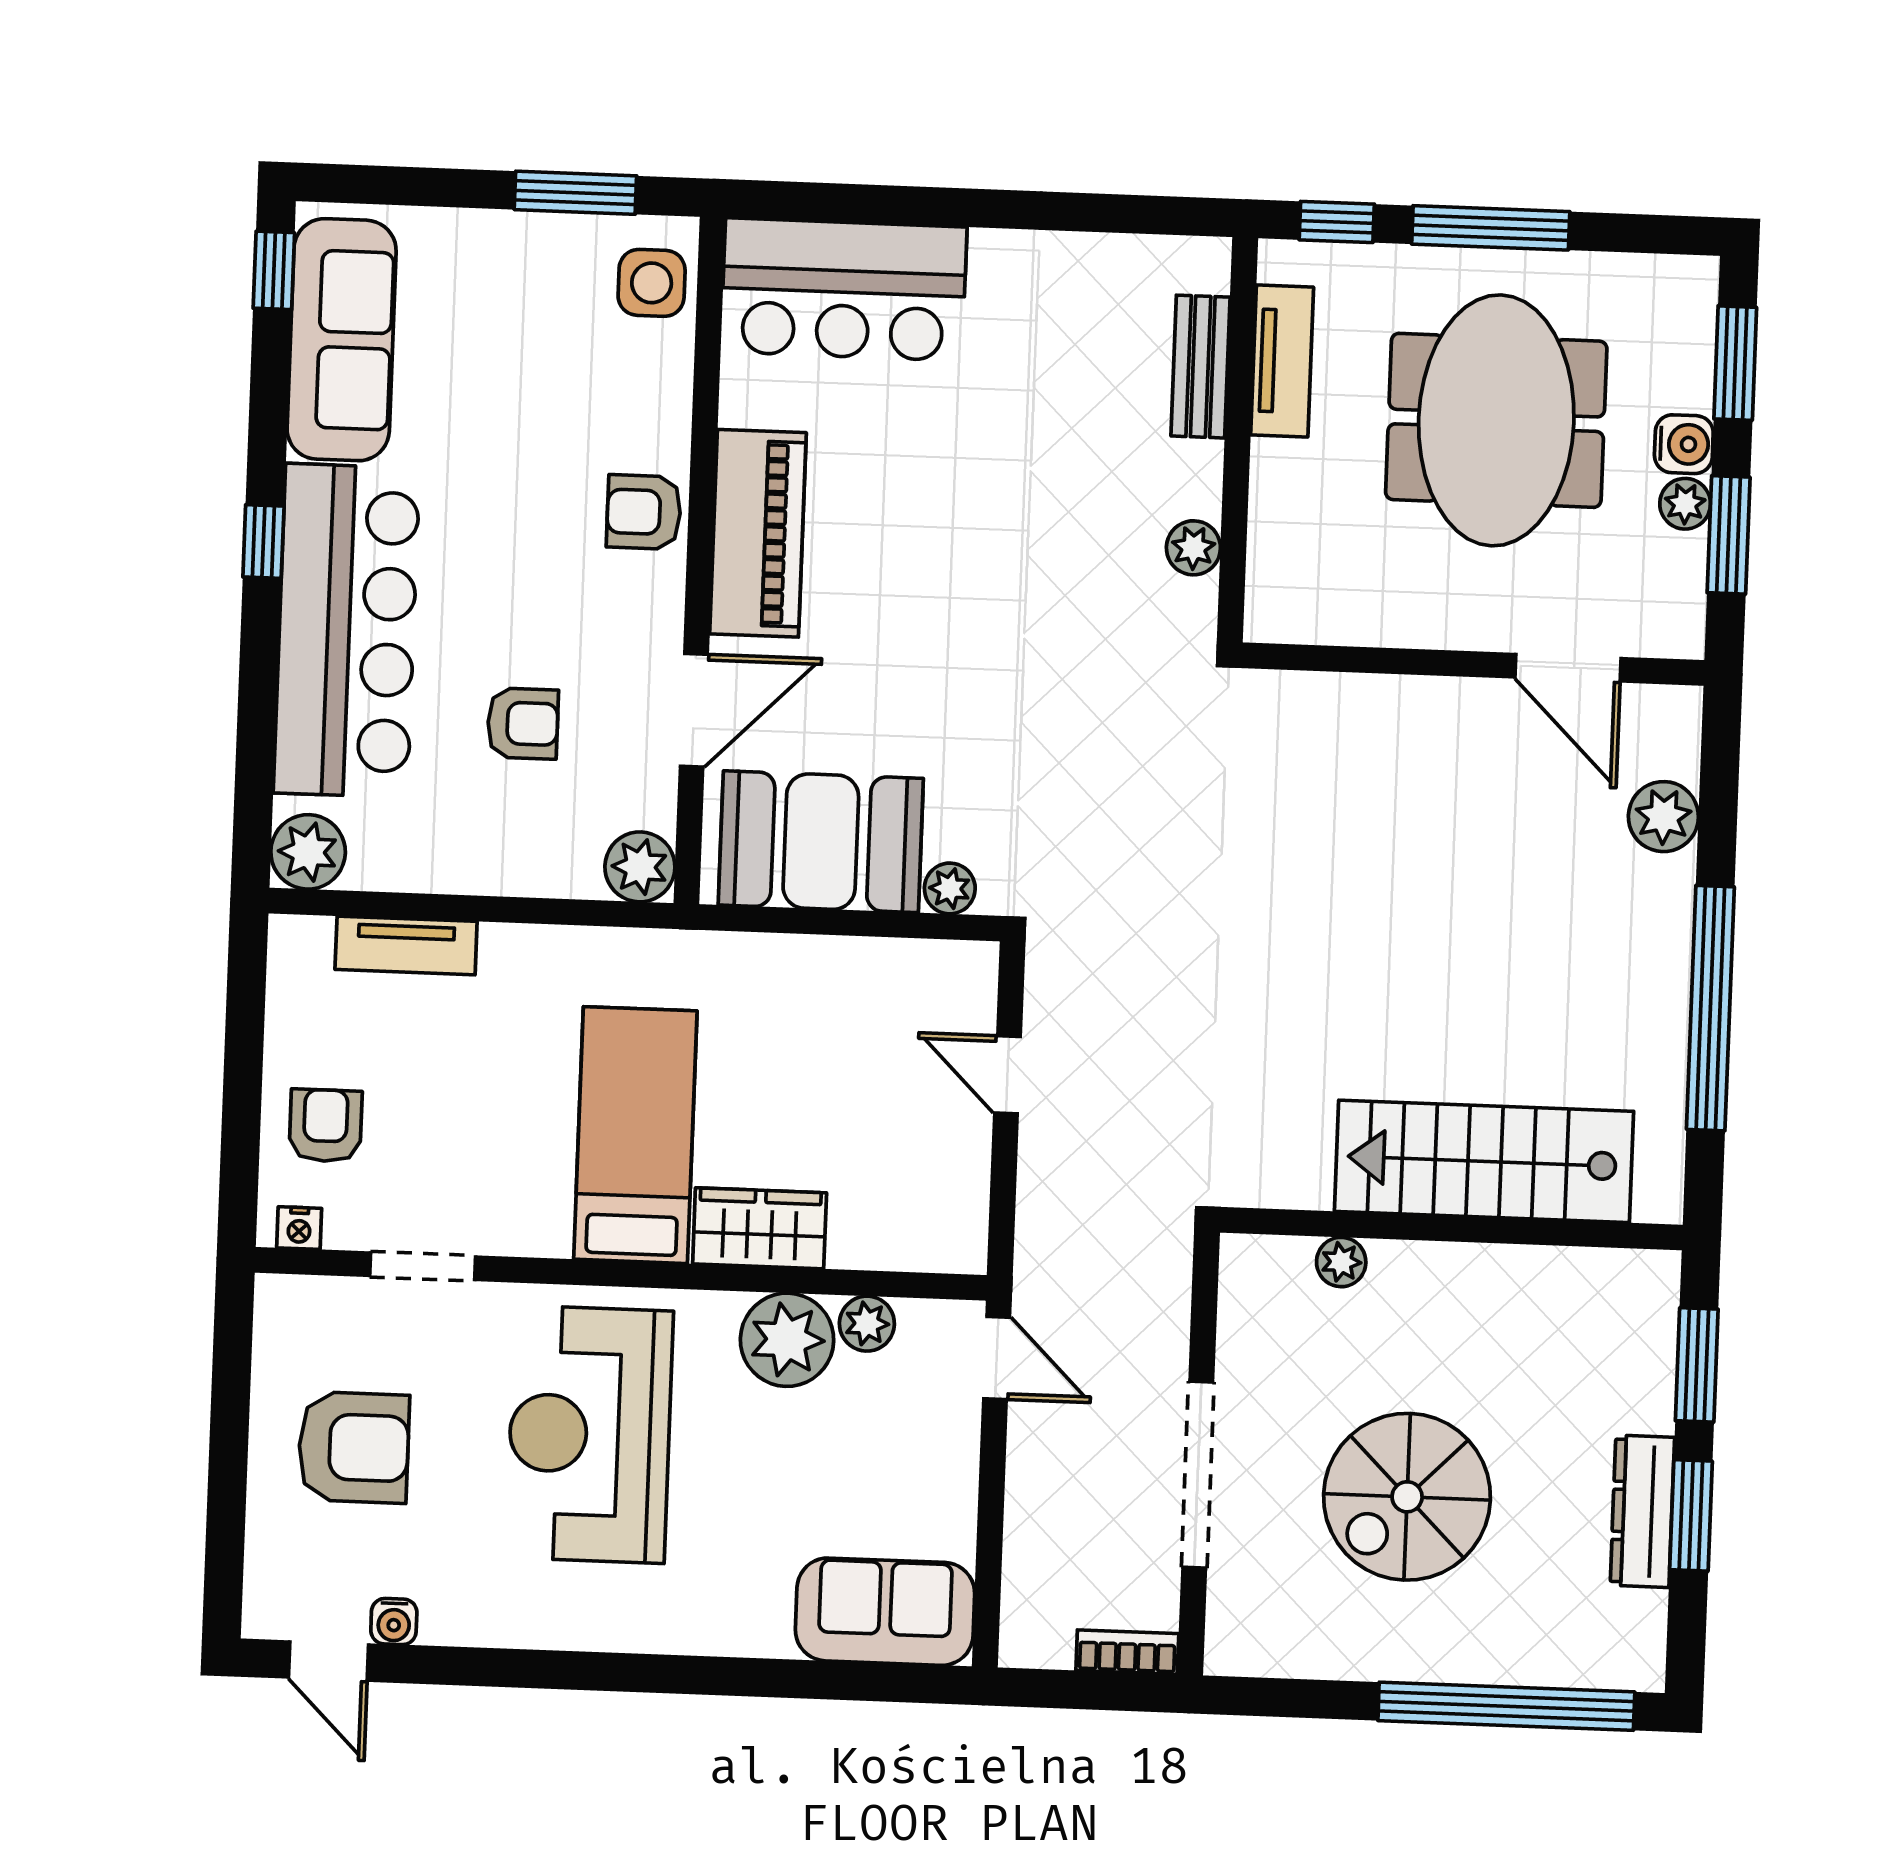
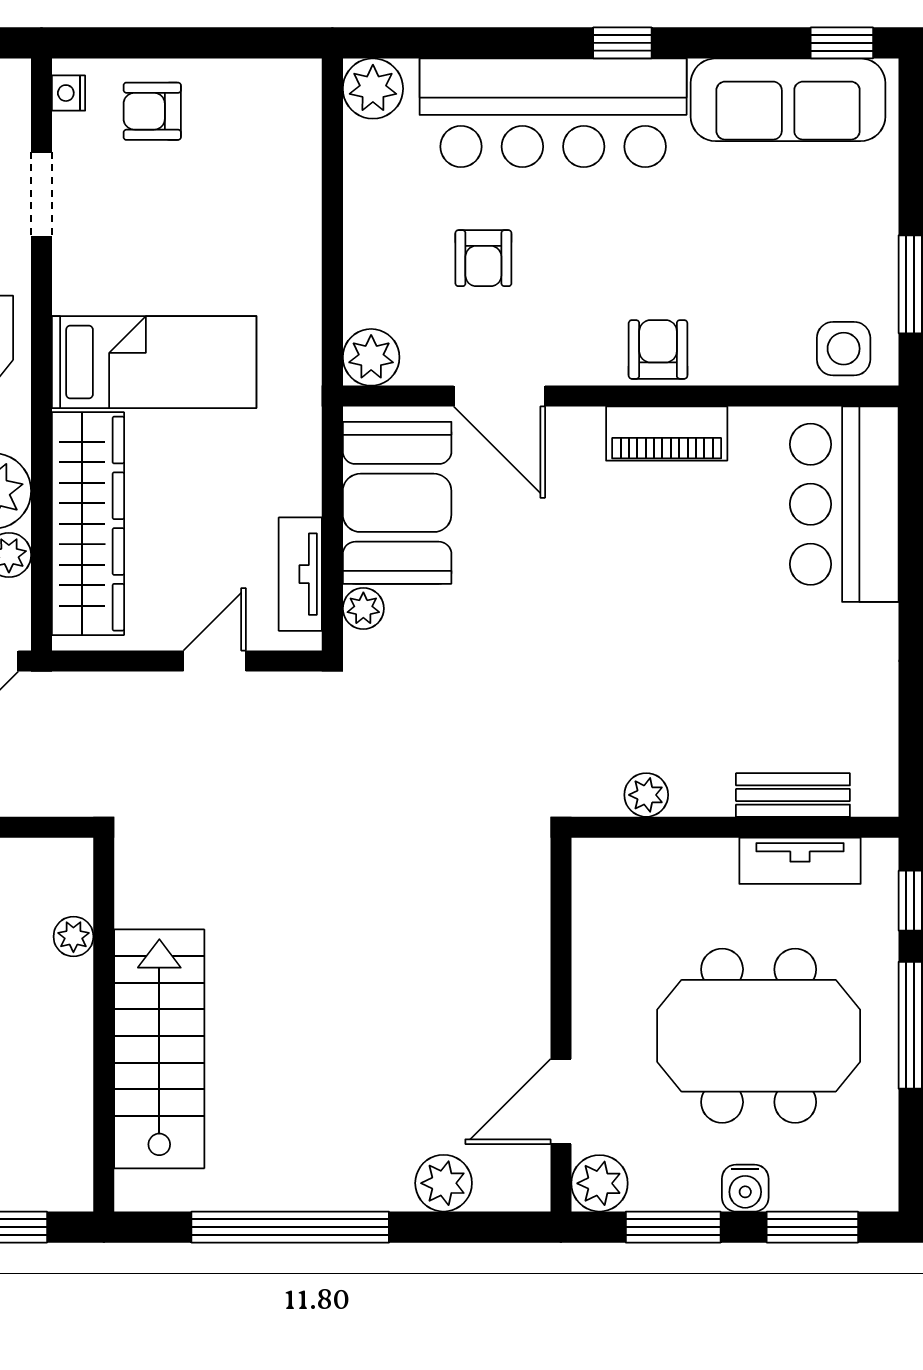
plant: (1685, 504) -> (600, 1183), moved, width x1.38, depth x1.38
piano: (758, 533) -> (667, 434), width x0.73, depth x0.75
tv unit: (406, 945) -> (300, 574), moved
armchair: (326, 1126) -> (152, 111), turned 180
wardrobe: (760, 1228) -> (88, 524), width x2.10, depth x1.17

